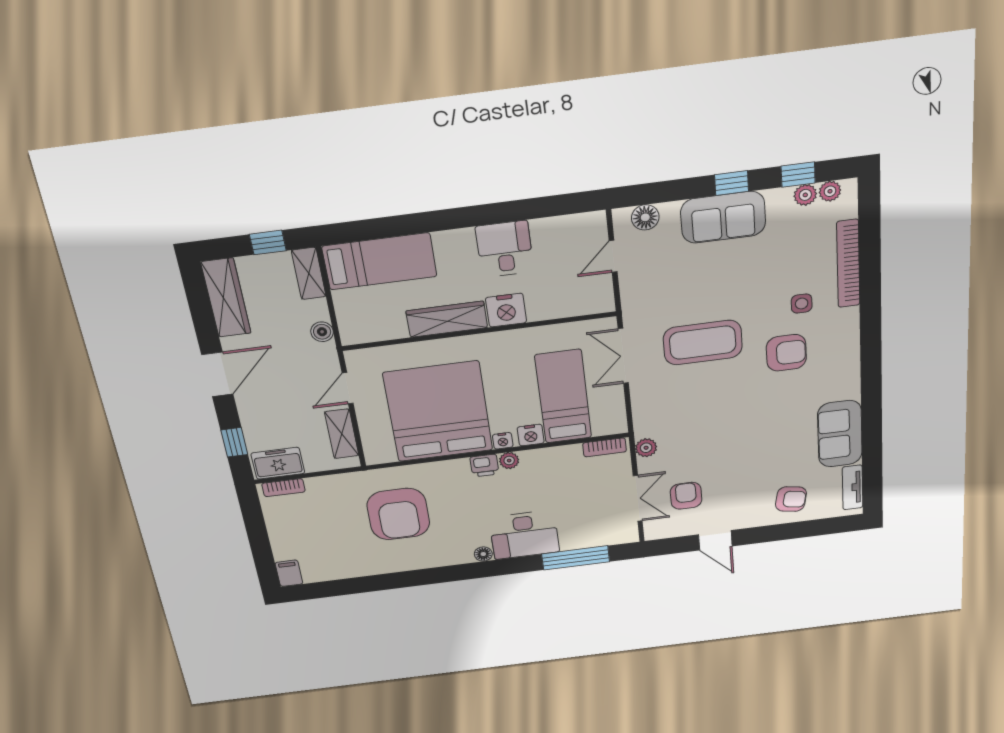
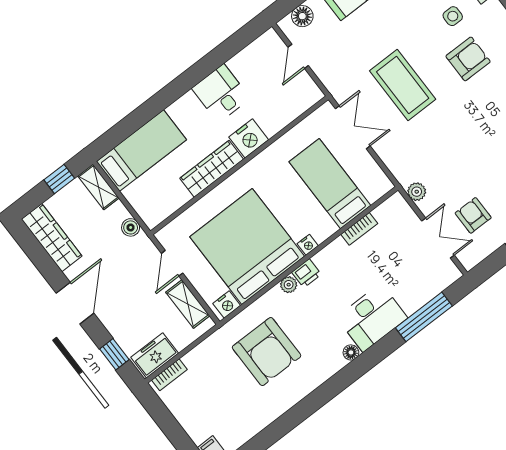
coffee table: (703, 343) -> (403, 85), turned 90
double door: (623, 356) -> (353, 127), swing flipped
nightstand: (531, 435) -> (227, 305), moved
bookcase: (605, 447) -> (359, 229), moved
plant: (509, 461) -> (289, 285), moved

